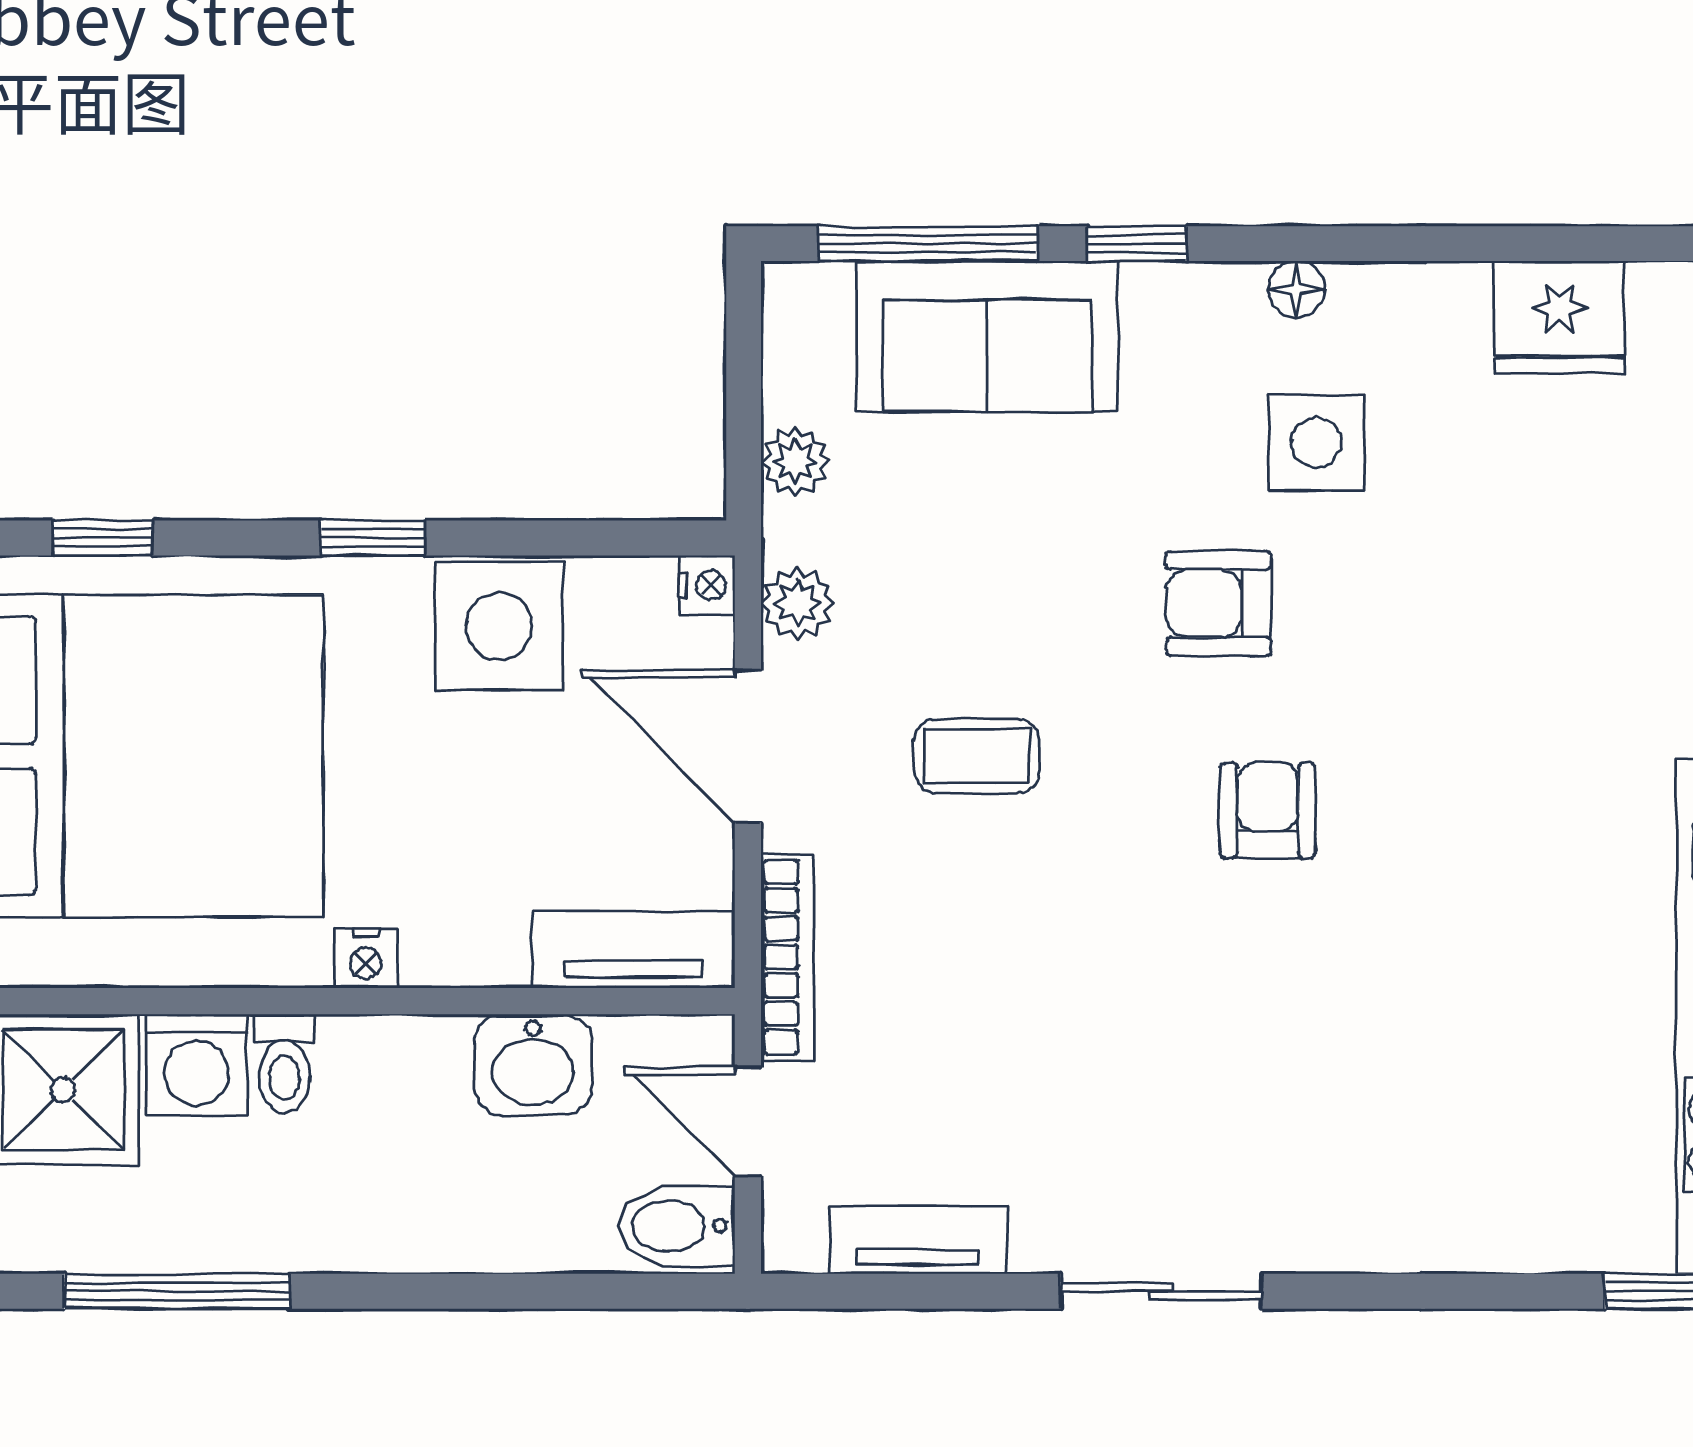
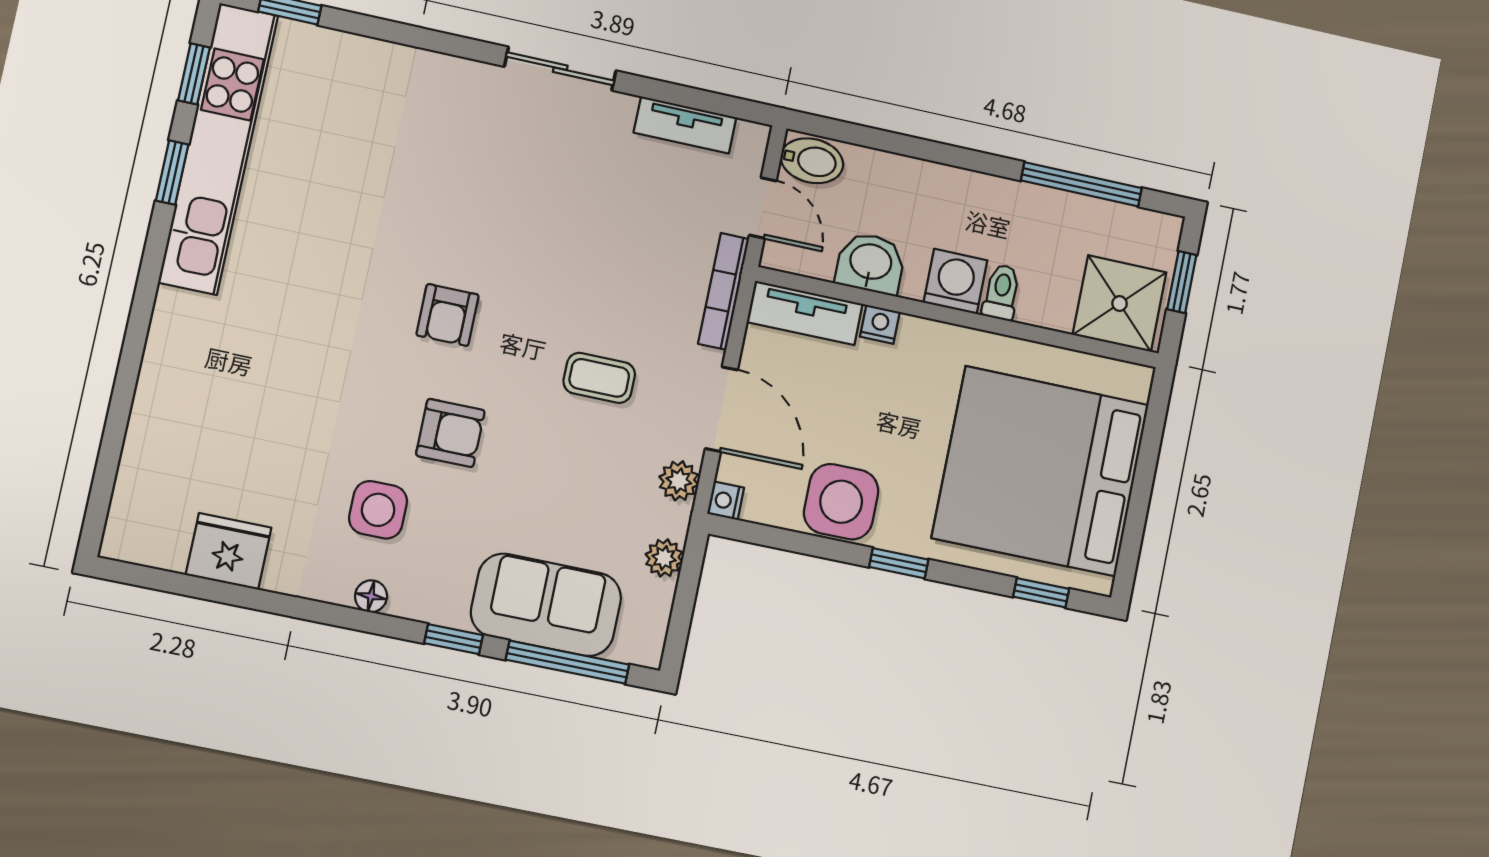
nightstand: (366, 958) -> (880, 324), moved
washing machine: (196, 1065) -> (955, 281), moved

